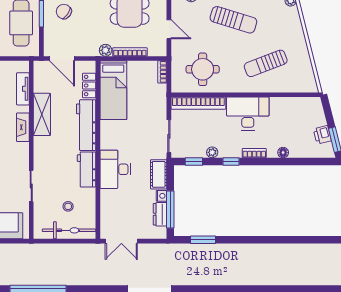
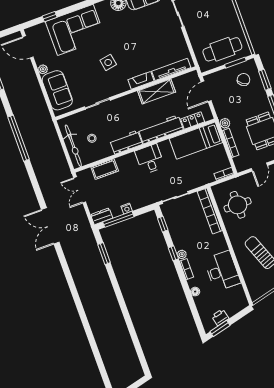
tv unit: (23, 89) -> (171, 69), width x1.41
desk: (248, 113) -> (222, 271), moved
plant: (212, 152) -> (182, 254), moved
desk: (115, 169) -> (150, 159), moved, width x0.73
cot: (159, 174) -> (105, 169), moved
dresser: (160, 214) -> (102, 216), moved

